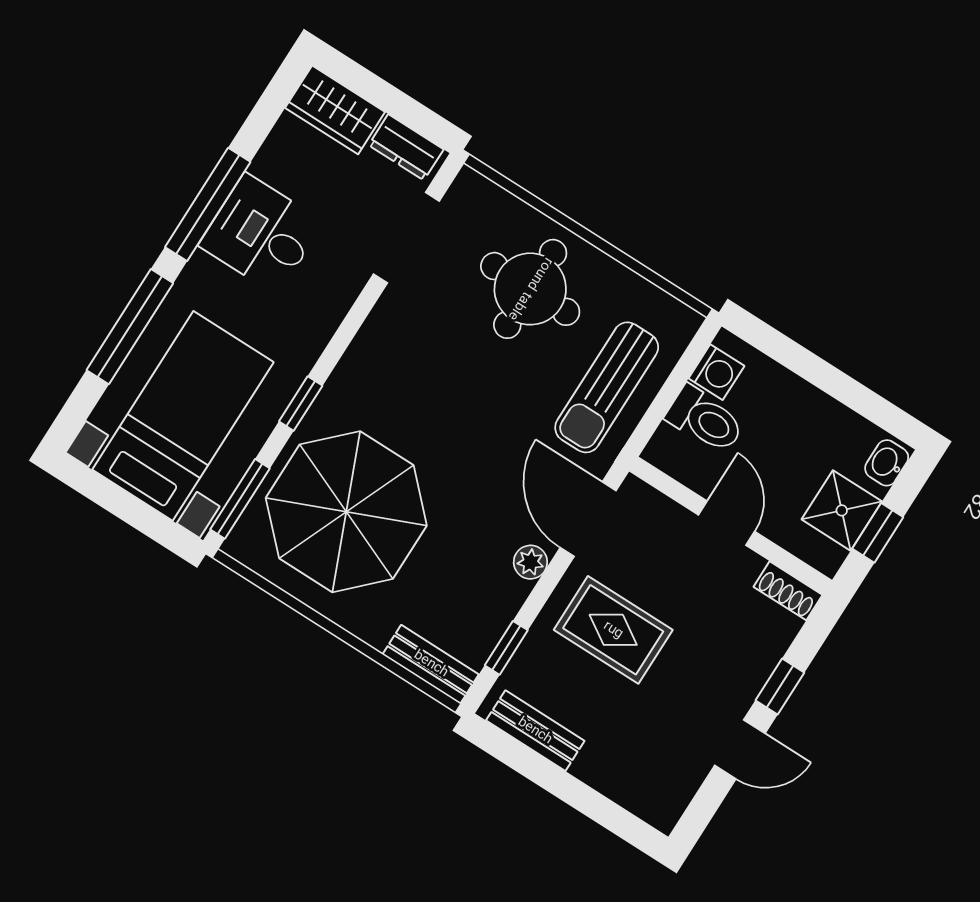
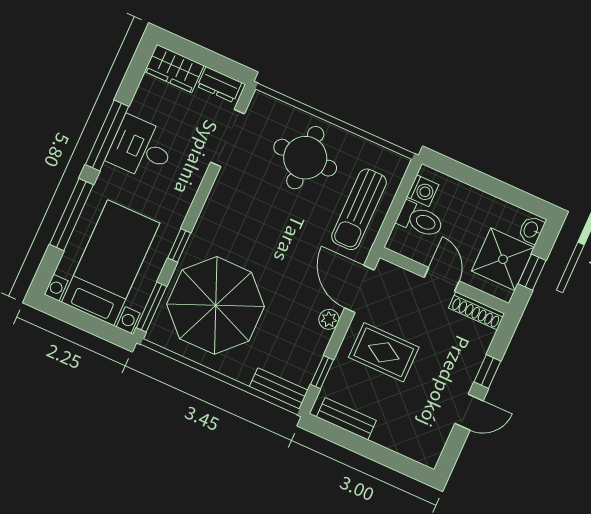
shower: (842, 510) -> (503, 259), width x1.36, depth x1.36
shoe rack: (788, 591) -> (477, 311), width x1.43

